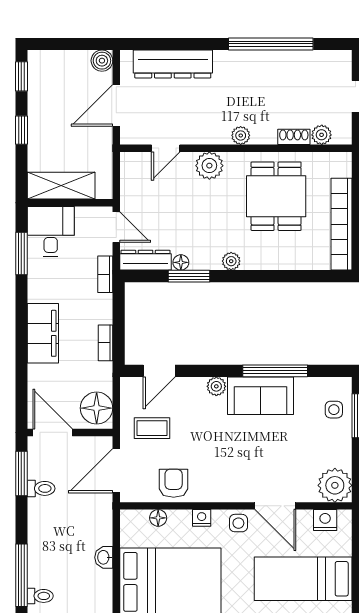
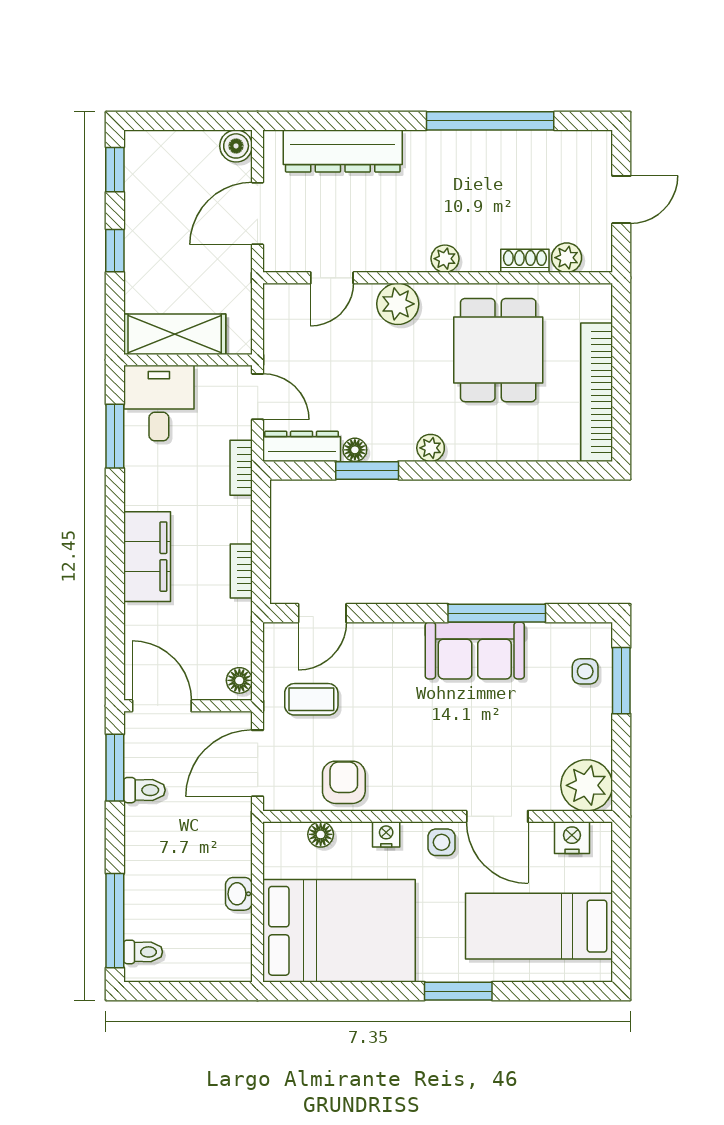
plant: (216, 386) -> (408, 636), removed
floor lamp: (97, 408) -> (239, 680), width x0.53, depth x0.53

